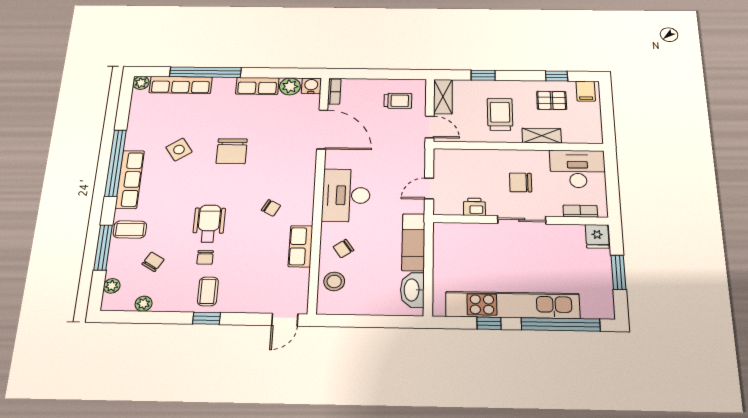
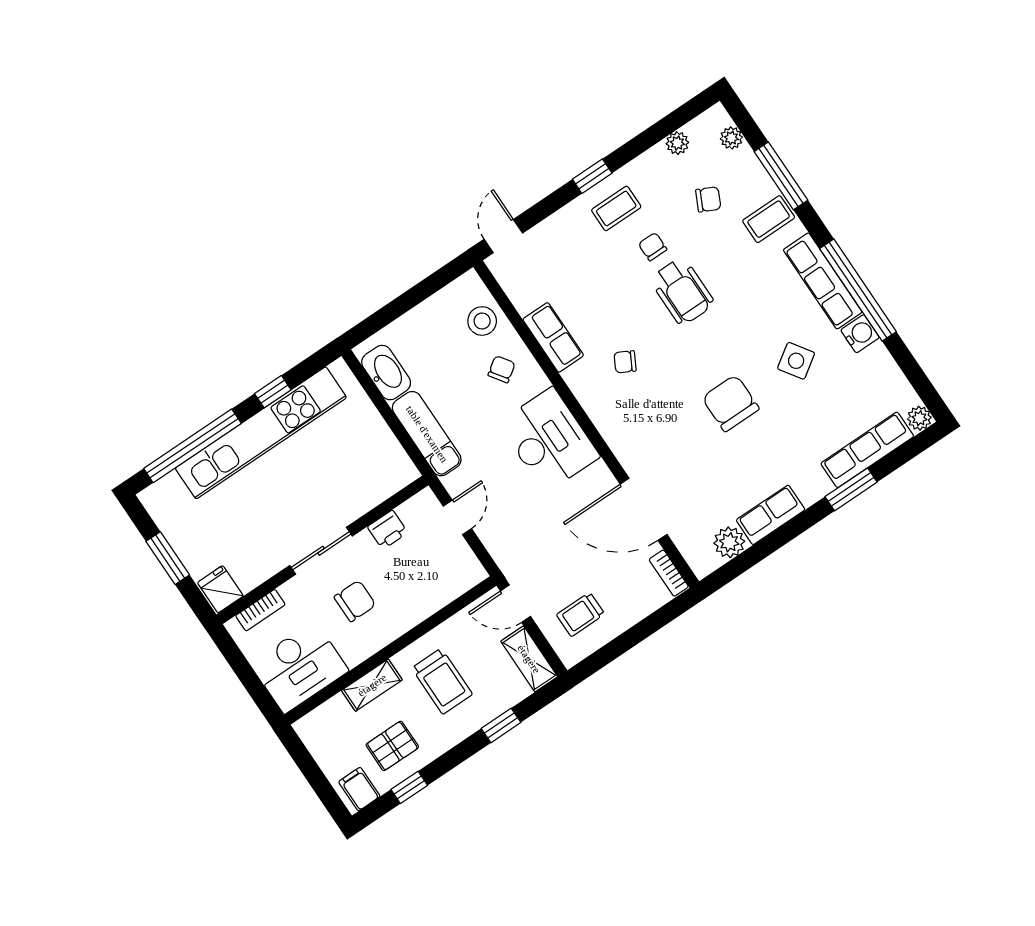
window: (205, 72) -> (851, 489), width x0.47
water cooler: (311, 86) -> (860, 334), moved, turned -90
chair: (153, 262) -> (708, 199), turned -95
coffee table: (208, 291) -> (616, 208), turned 90

